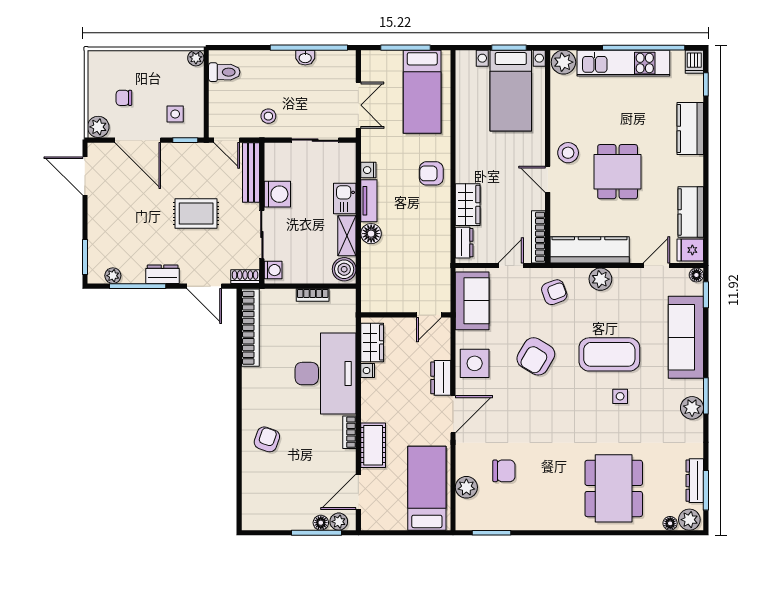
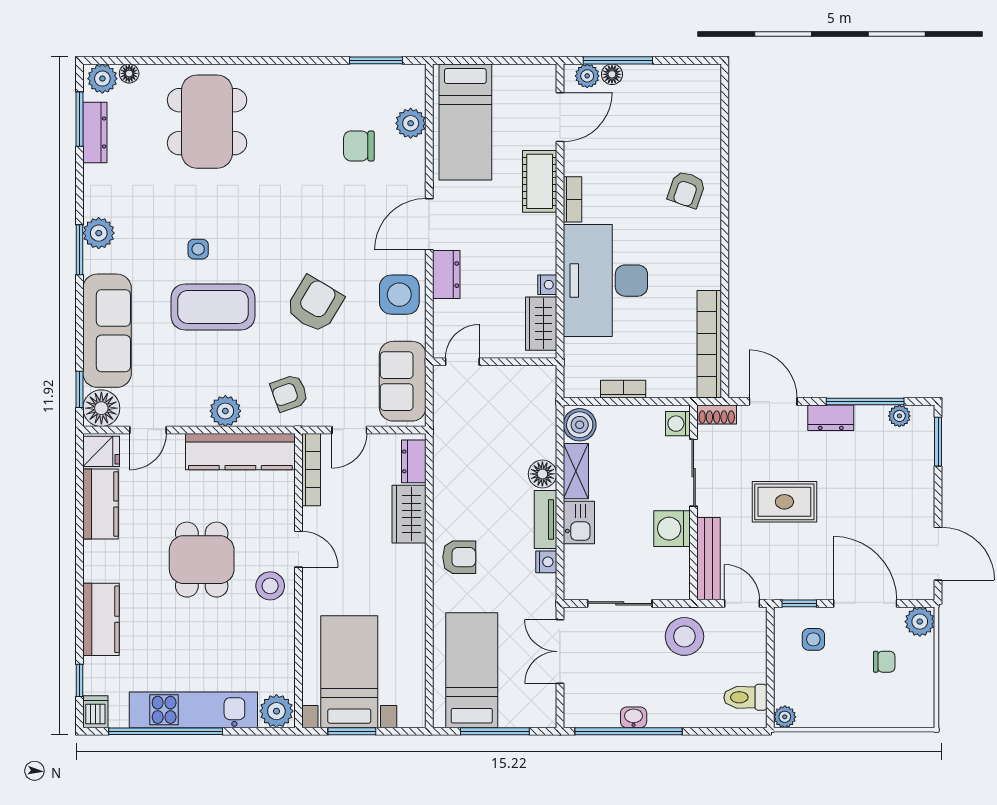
stool: (268, 116) -> (684, 636), width x1.89, depth x1.89
floor lamp: (696, 275) -> (101, 408), width x1.89, depth x1.89

